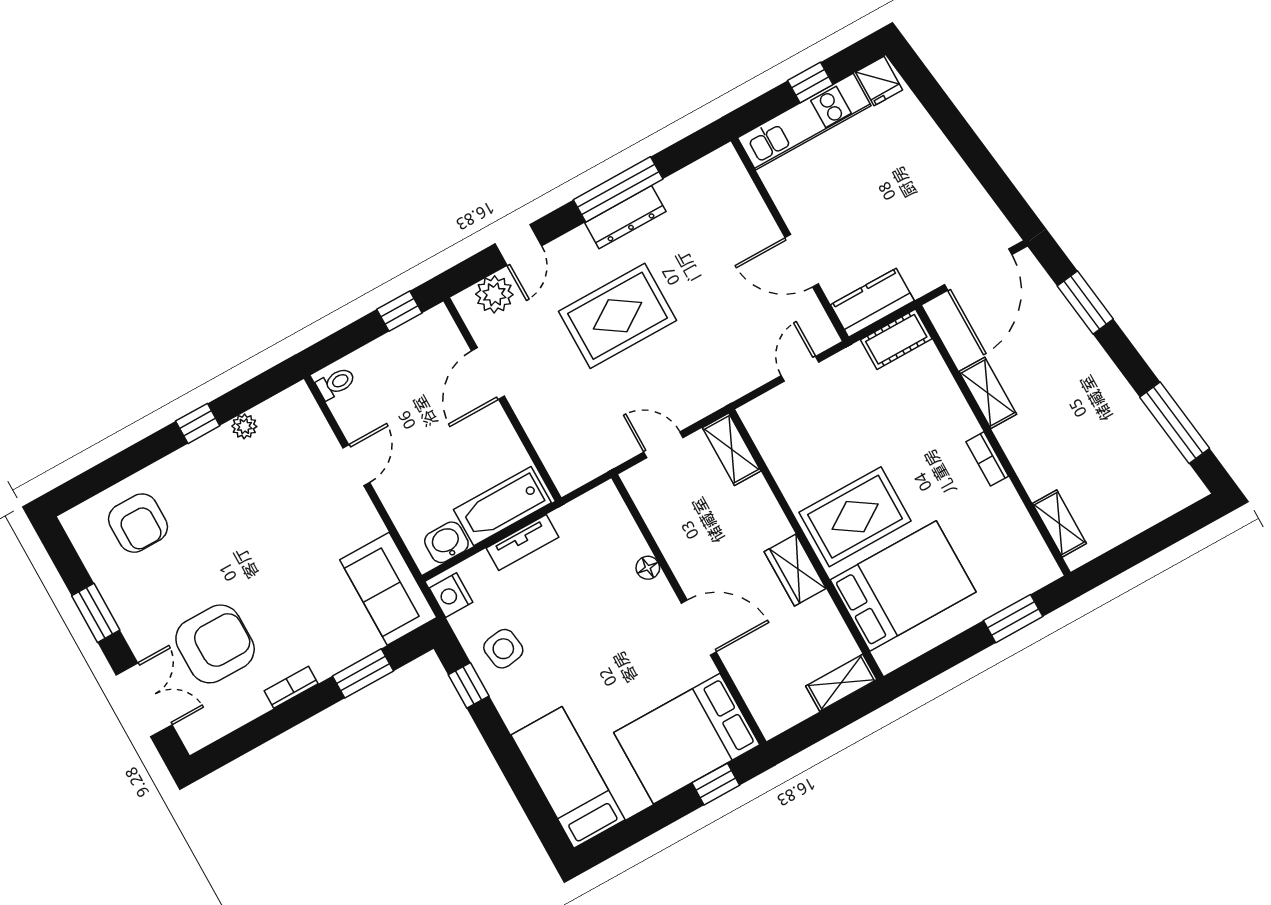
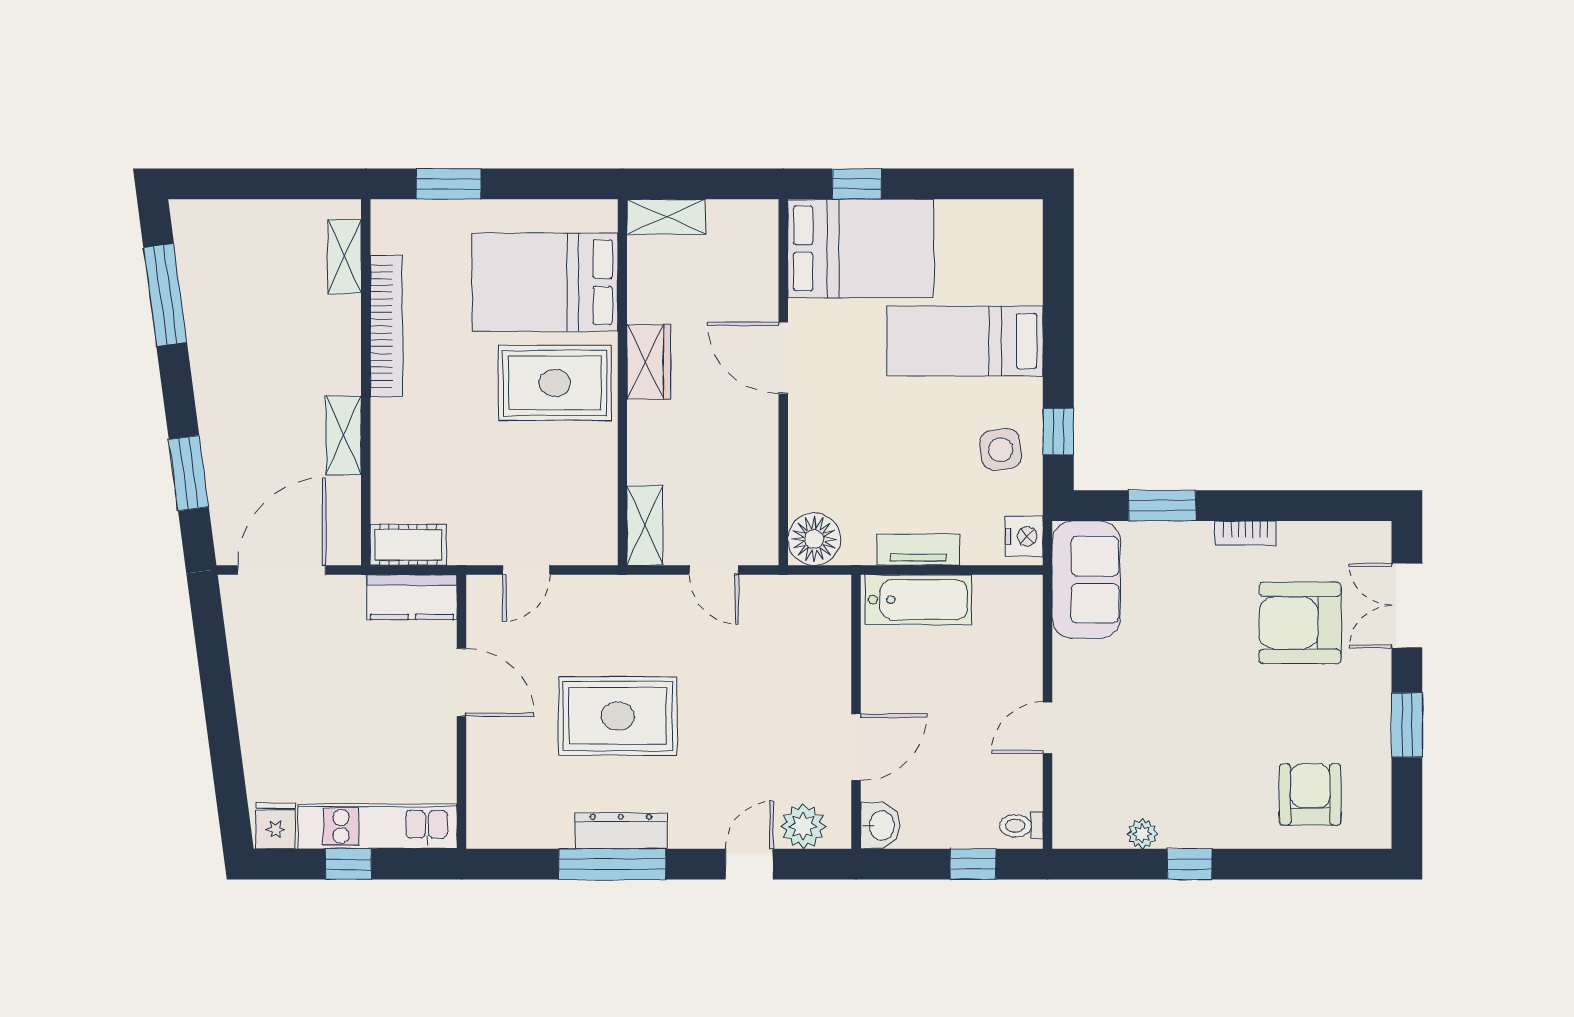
window: (399, 311) -> (973, 864), moved
rug: (618, 316) -> (618, 716), moved
bookcase: (987, 459) -> (386, 326), width x2.31, depth x1.31
washbasin: (446, 542) -> (880, 825), moved, turned -90
floor lamp: (648, 568) -> (814, 539), moved, width x1.89, depth x1.89
bed: (568, 777) -> (965, 341), moved, turned 90

